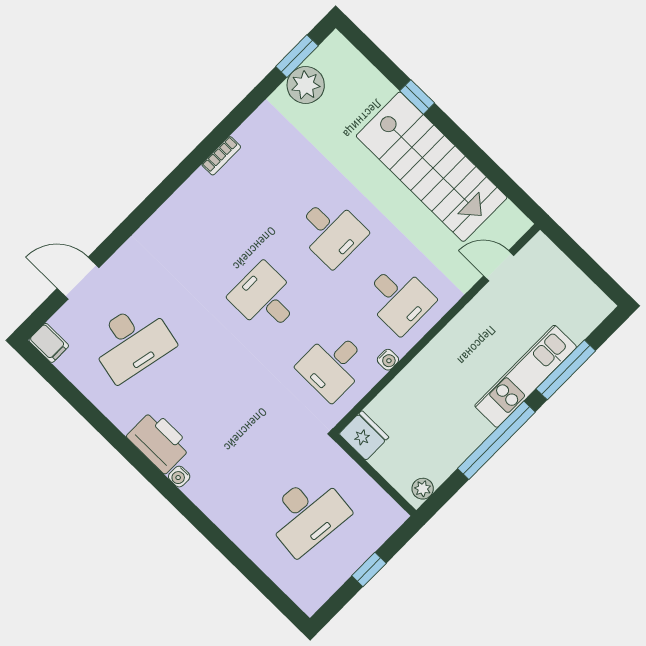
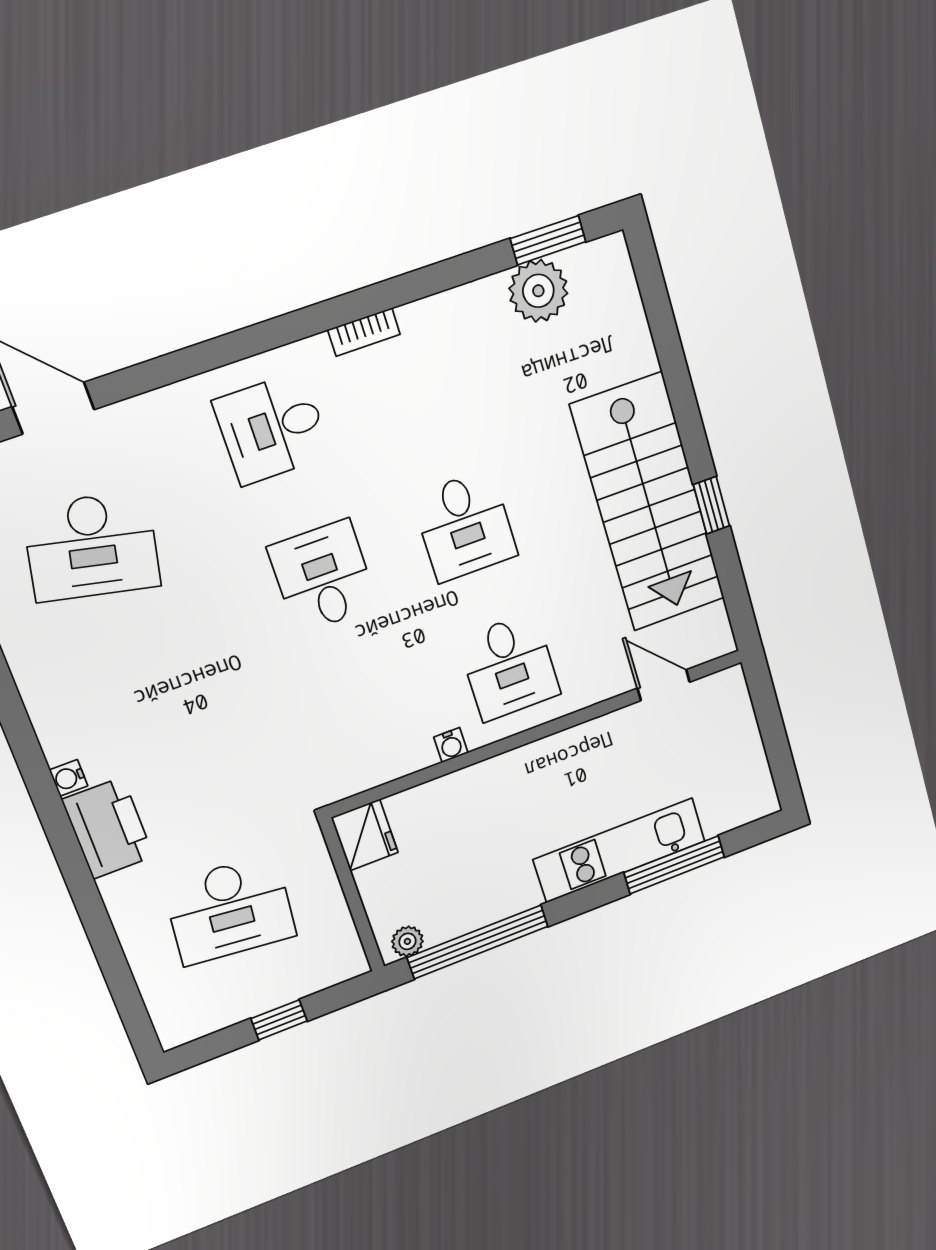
window: (417, 97) -> (711, 505), moved
desk: (333, 365) -> (272, 428), moved
window: (496, 440) -> (478, 942), moved
printer: (159, 442) -> (108, 828), moved

